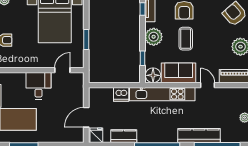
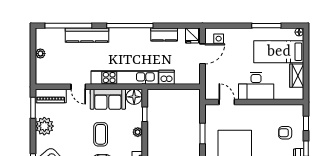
plant: (154, 37) -> (138, 132), width x0.53, depth x0.53
door: (62, 70) -> (227, 102), swing flipped
desk: (38, 86) -> (256, 86), width x1.37
side table: (70, 132) -> (219, 39), added

